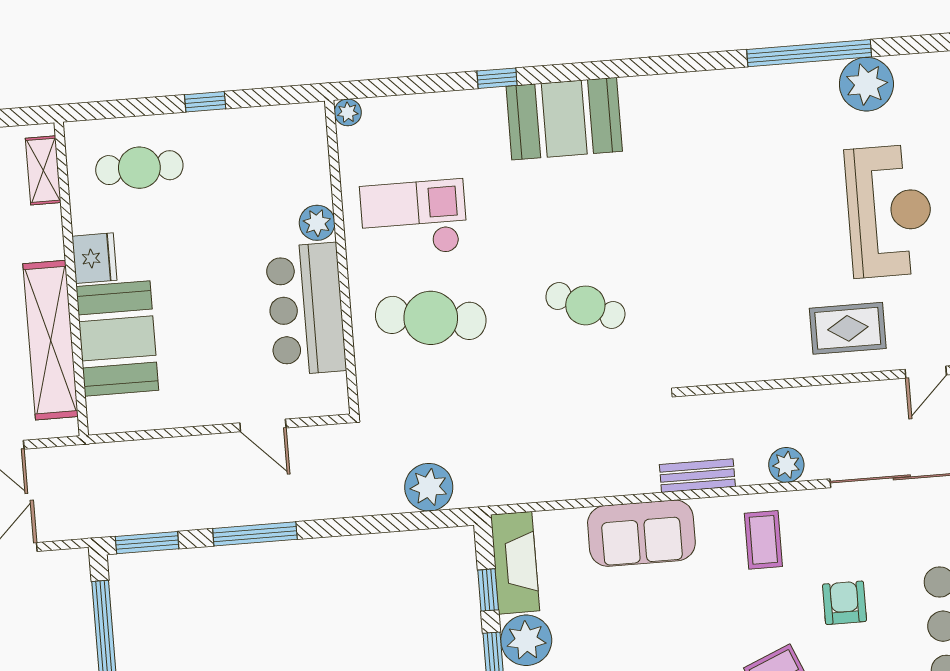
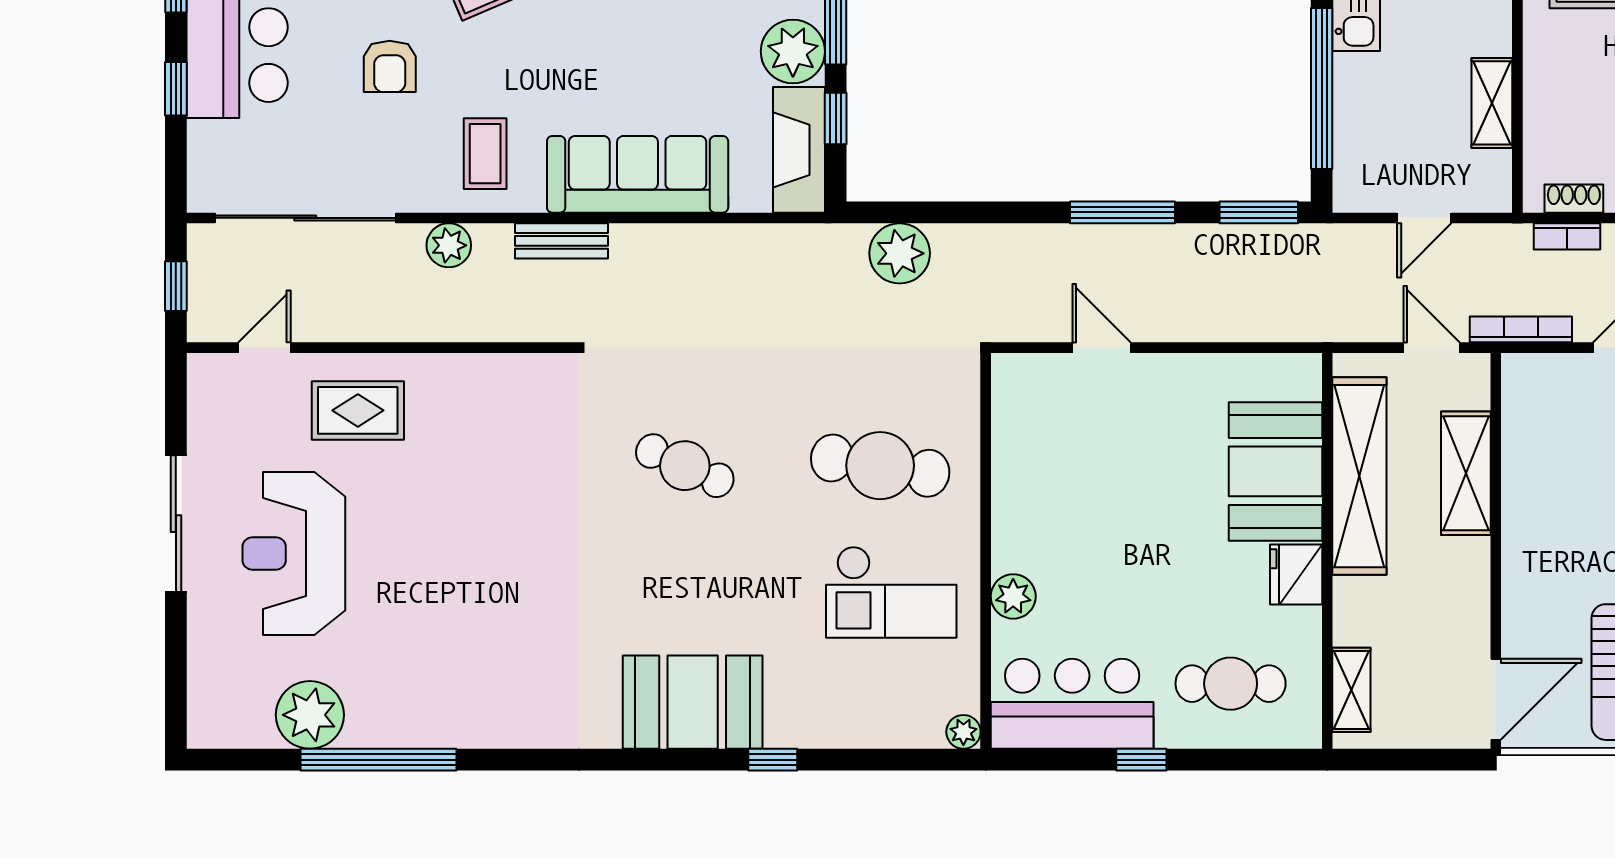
bar counter: (306, 309) -> (1072, 704), moved, turned -90
sofa: (641, 533) -> (638, 174), width x1.36

